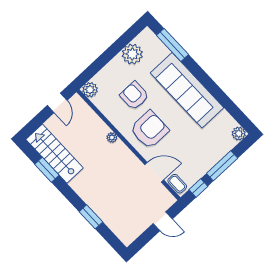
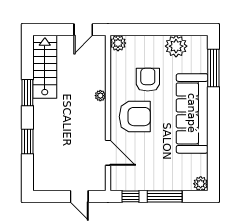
window: (47, 170) -> (27, 93), moved
coffee table: (177, 184) -> (117, 178), removed

